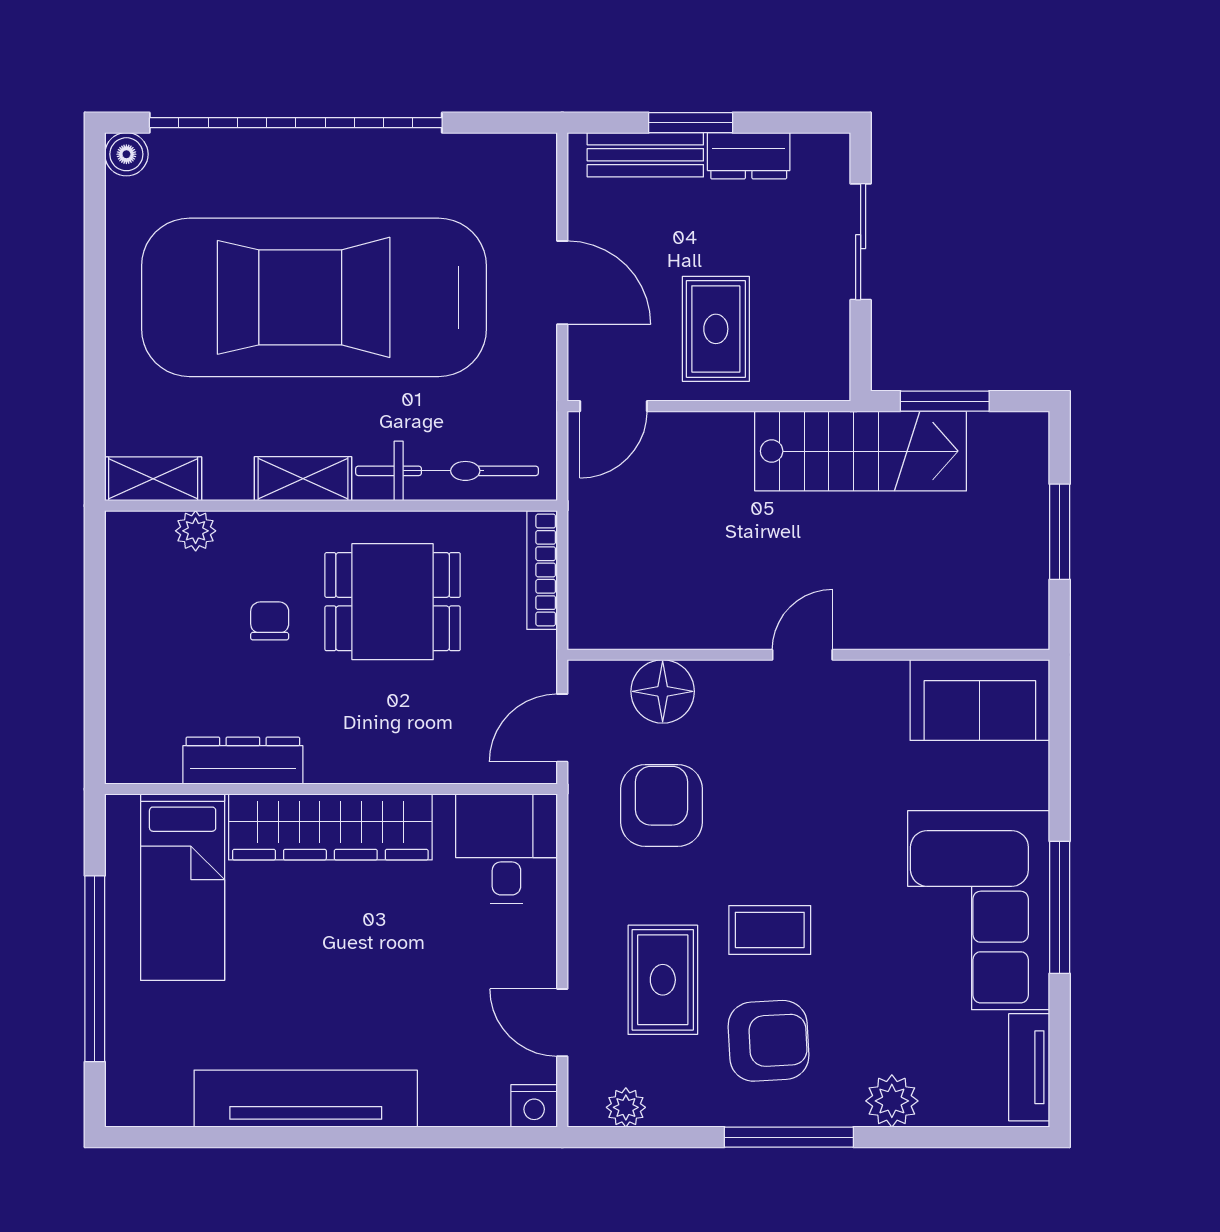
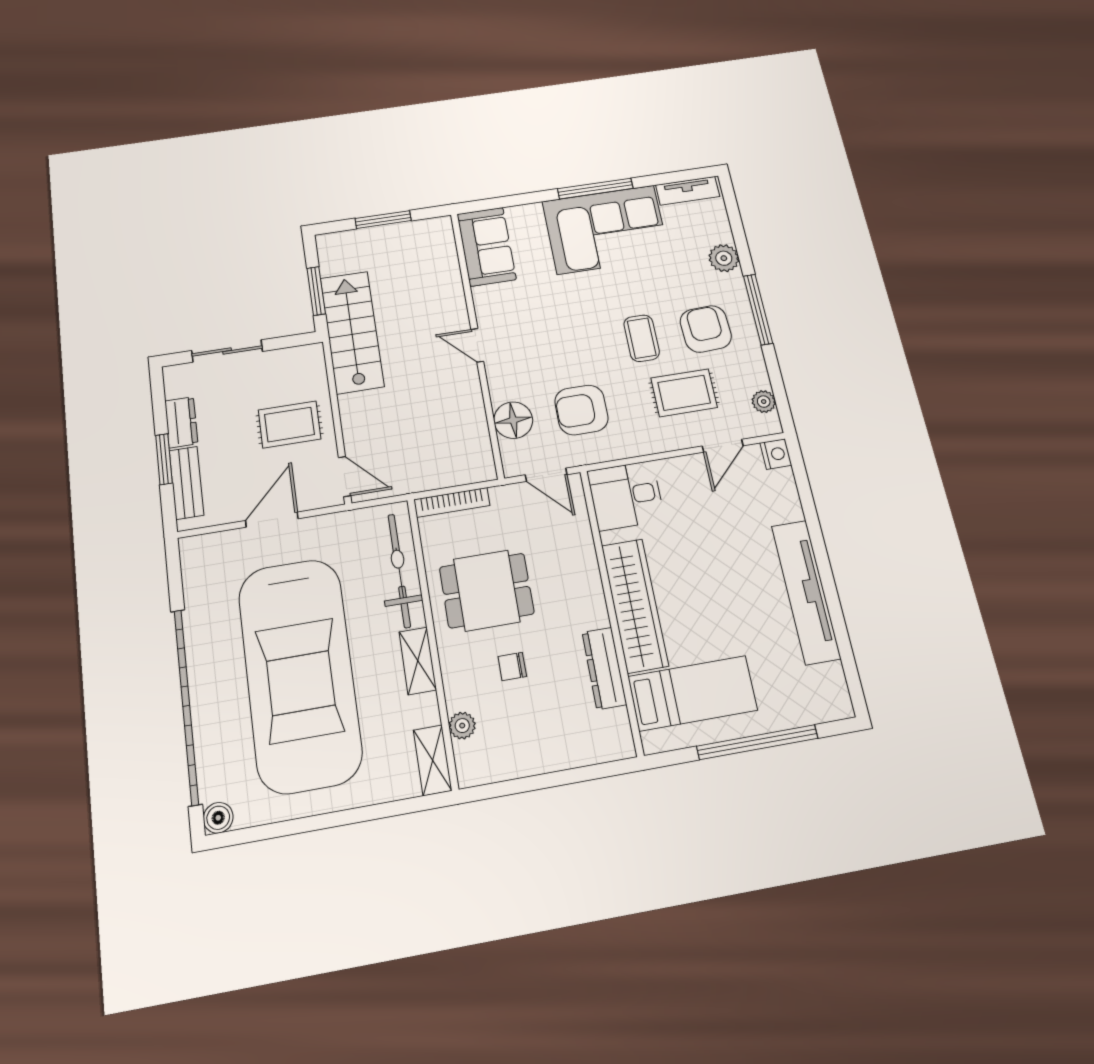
dining table: (393, 602) -> (487, 590), turned 90

